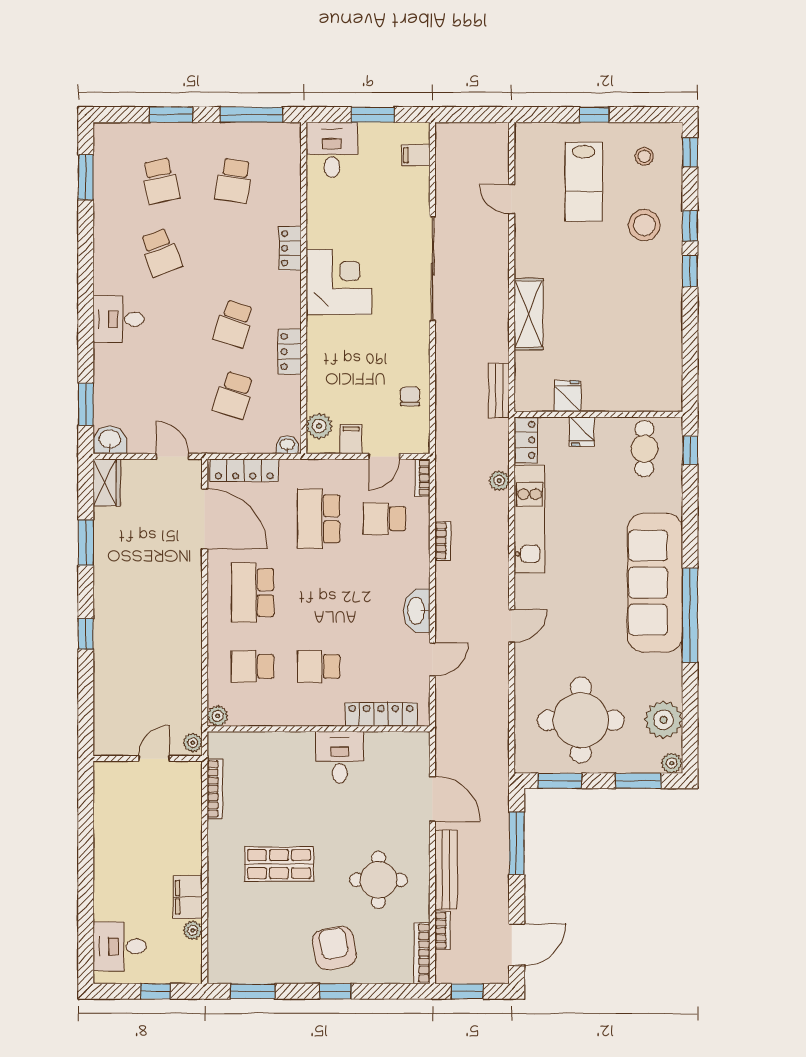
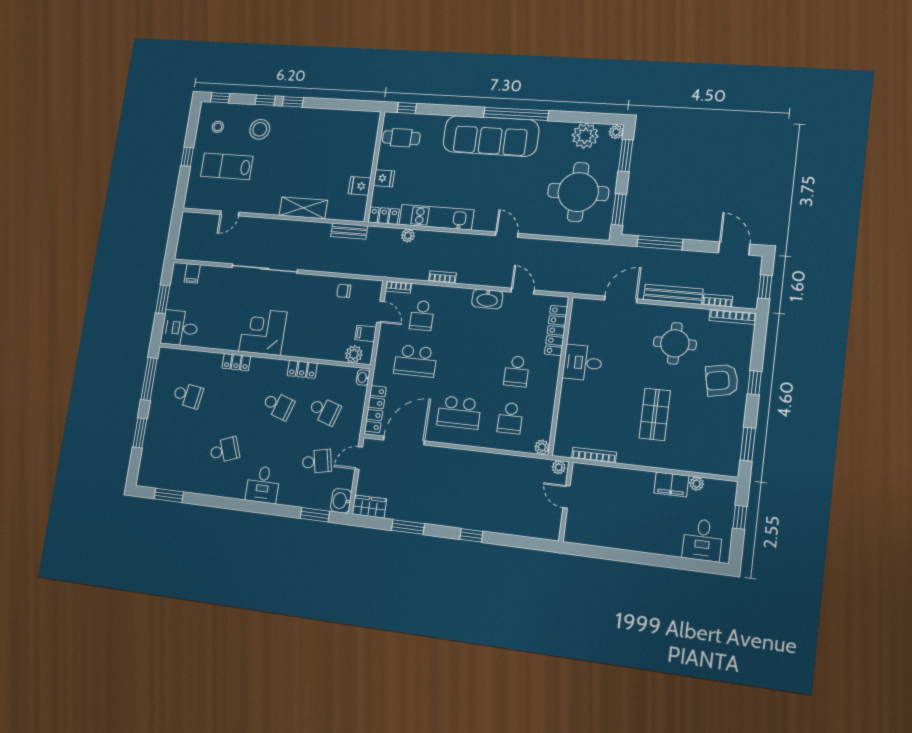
school desk: (161, 181) -> (317, 461), moved
lab bench: (584, 182) -> (227, 166), turned 180

